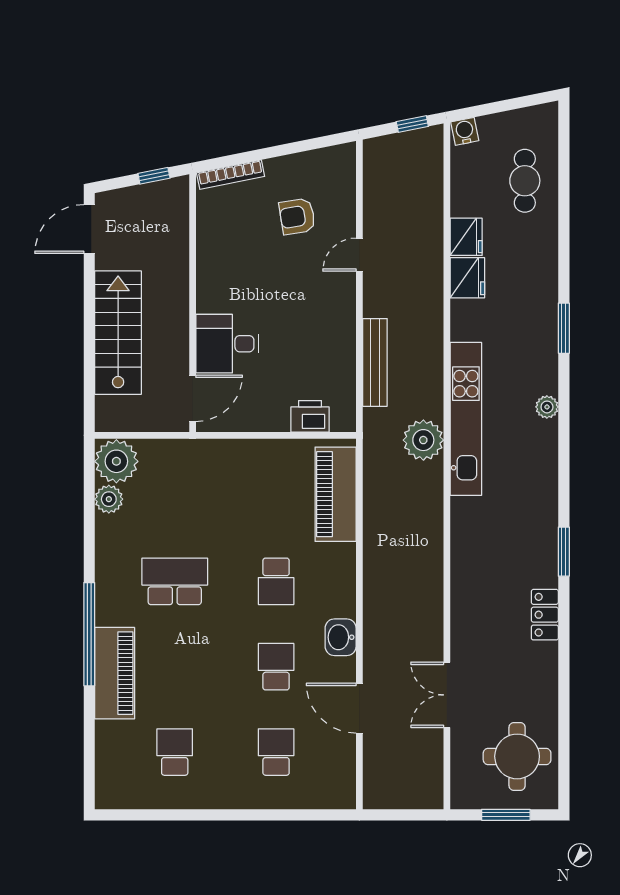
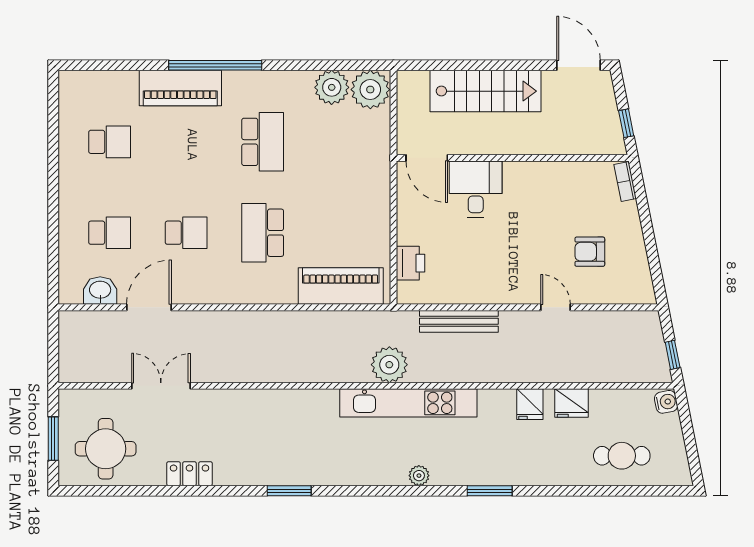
bookcase: (231, 175) -> (625, 181), width x0.64
armchair: (297, 216) -> (590, 252), turned -81
fridge: (467, 278) -> (530, 404), width x0.72
plant: (109, 499) -> (332, 87), width x1.36, depth x1.36
school desk: (276, 581) -> (263, 233), width x1.85
locker: (545, 615) -> (189, 474), moved
washbasin: (341, 637) -> (100, 291), moved

